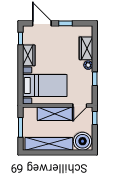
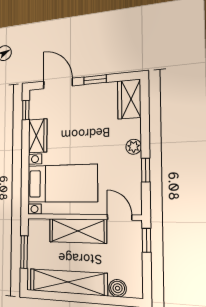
wardrobe: (86, 48) -> (129, 99), moved
door: (80, 106) -> (120, 217), swing flipped
boiler: (83, 141) -> (118, 288), width x0.54, depth x0.54

